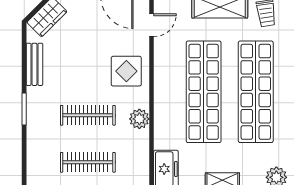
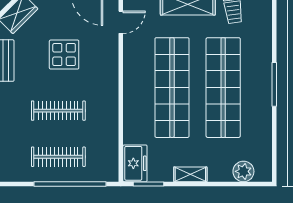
display table: (126, 71) -> (64, 55), moved
plant: (139, 119) -> (109, 114), removed

